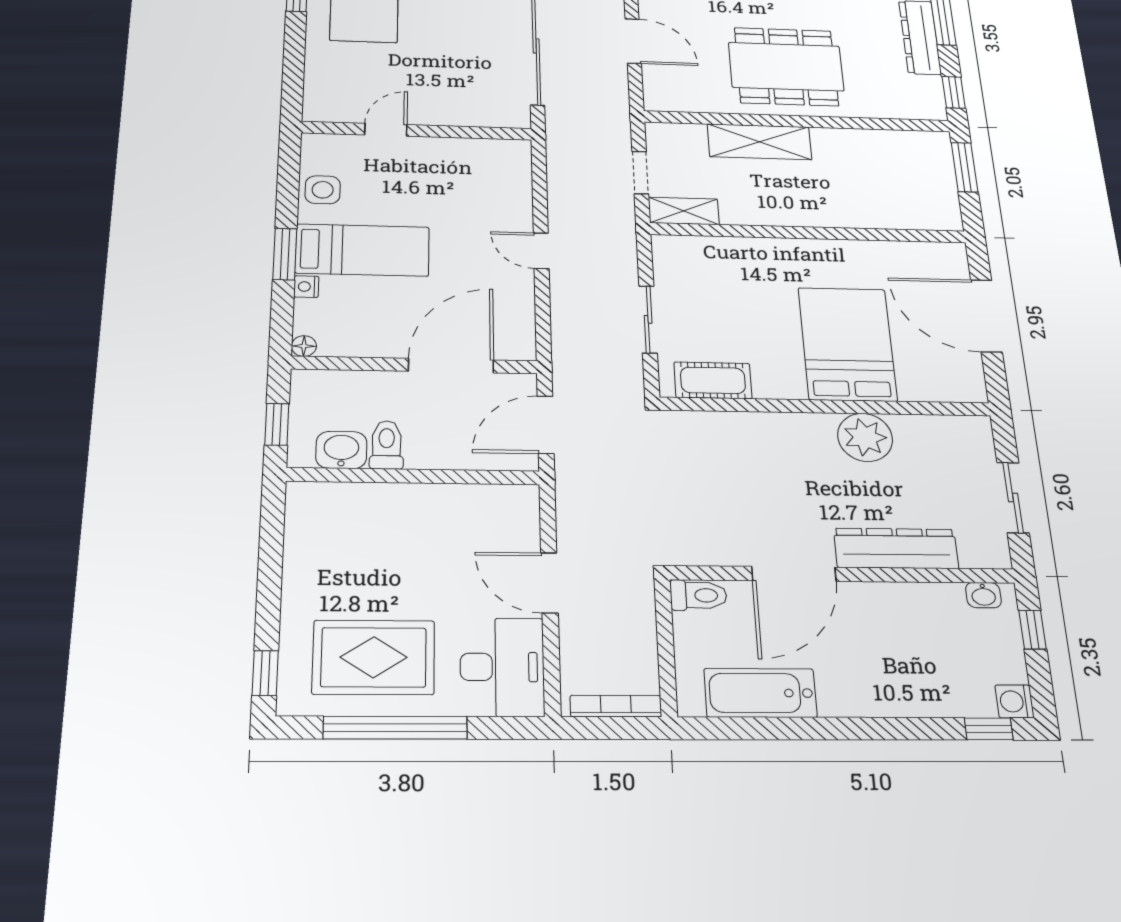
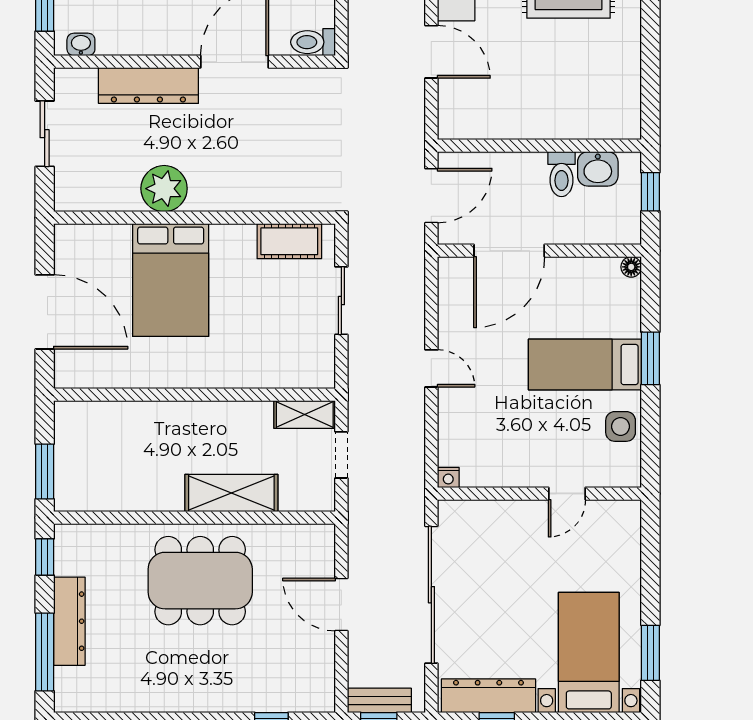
nightstand: (306, 287) -> (448, 477), moved, turned 90

